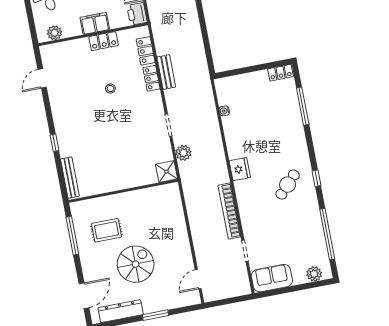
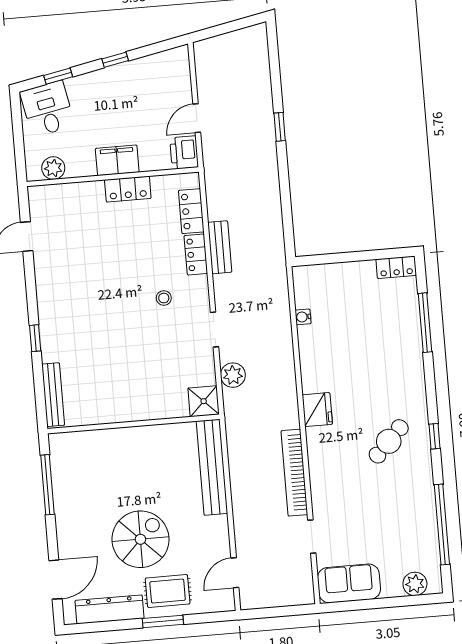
stool: (110, 89) -> (164, 298), moved
bench: (176, 213) -> (212, 467), added
rug: (106, 230) -> (168, 591), moved

